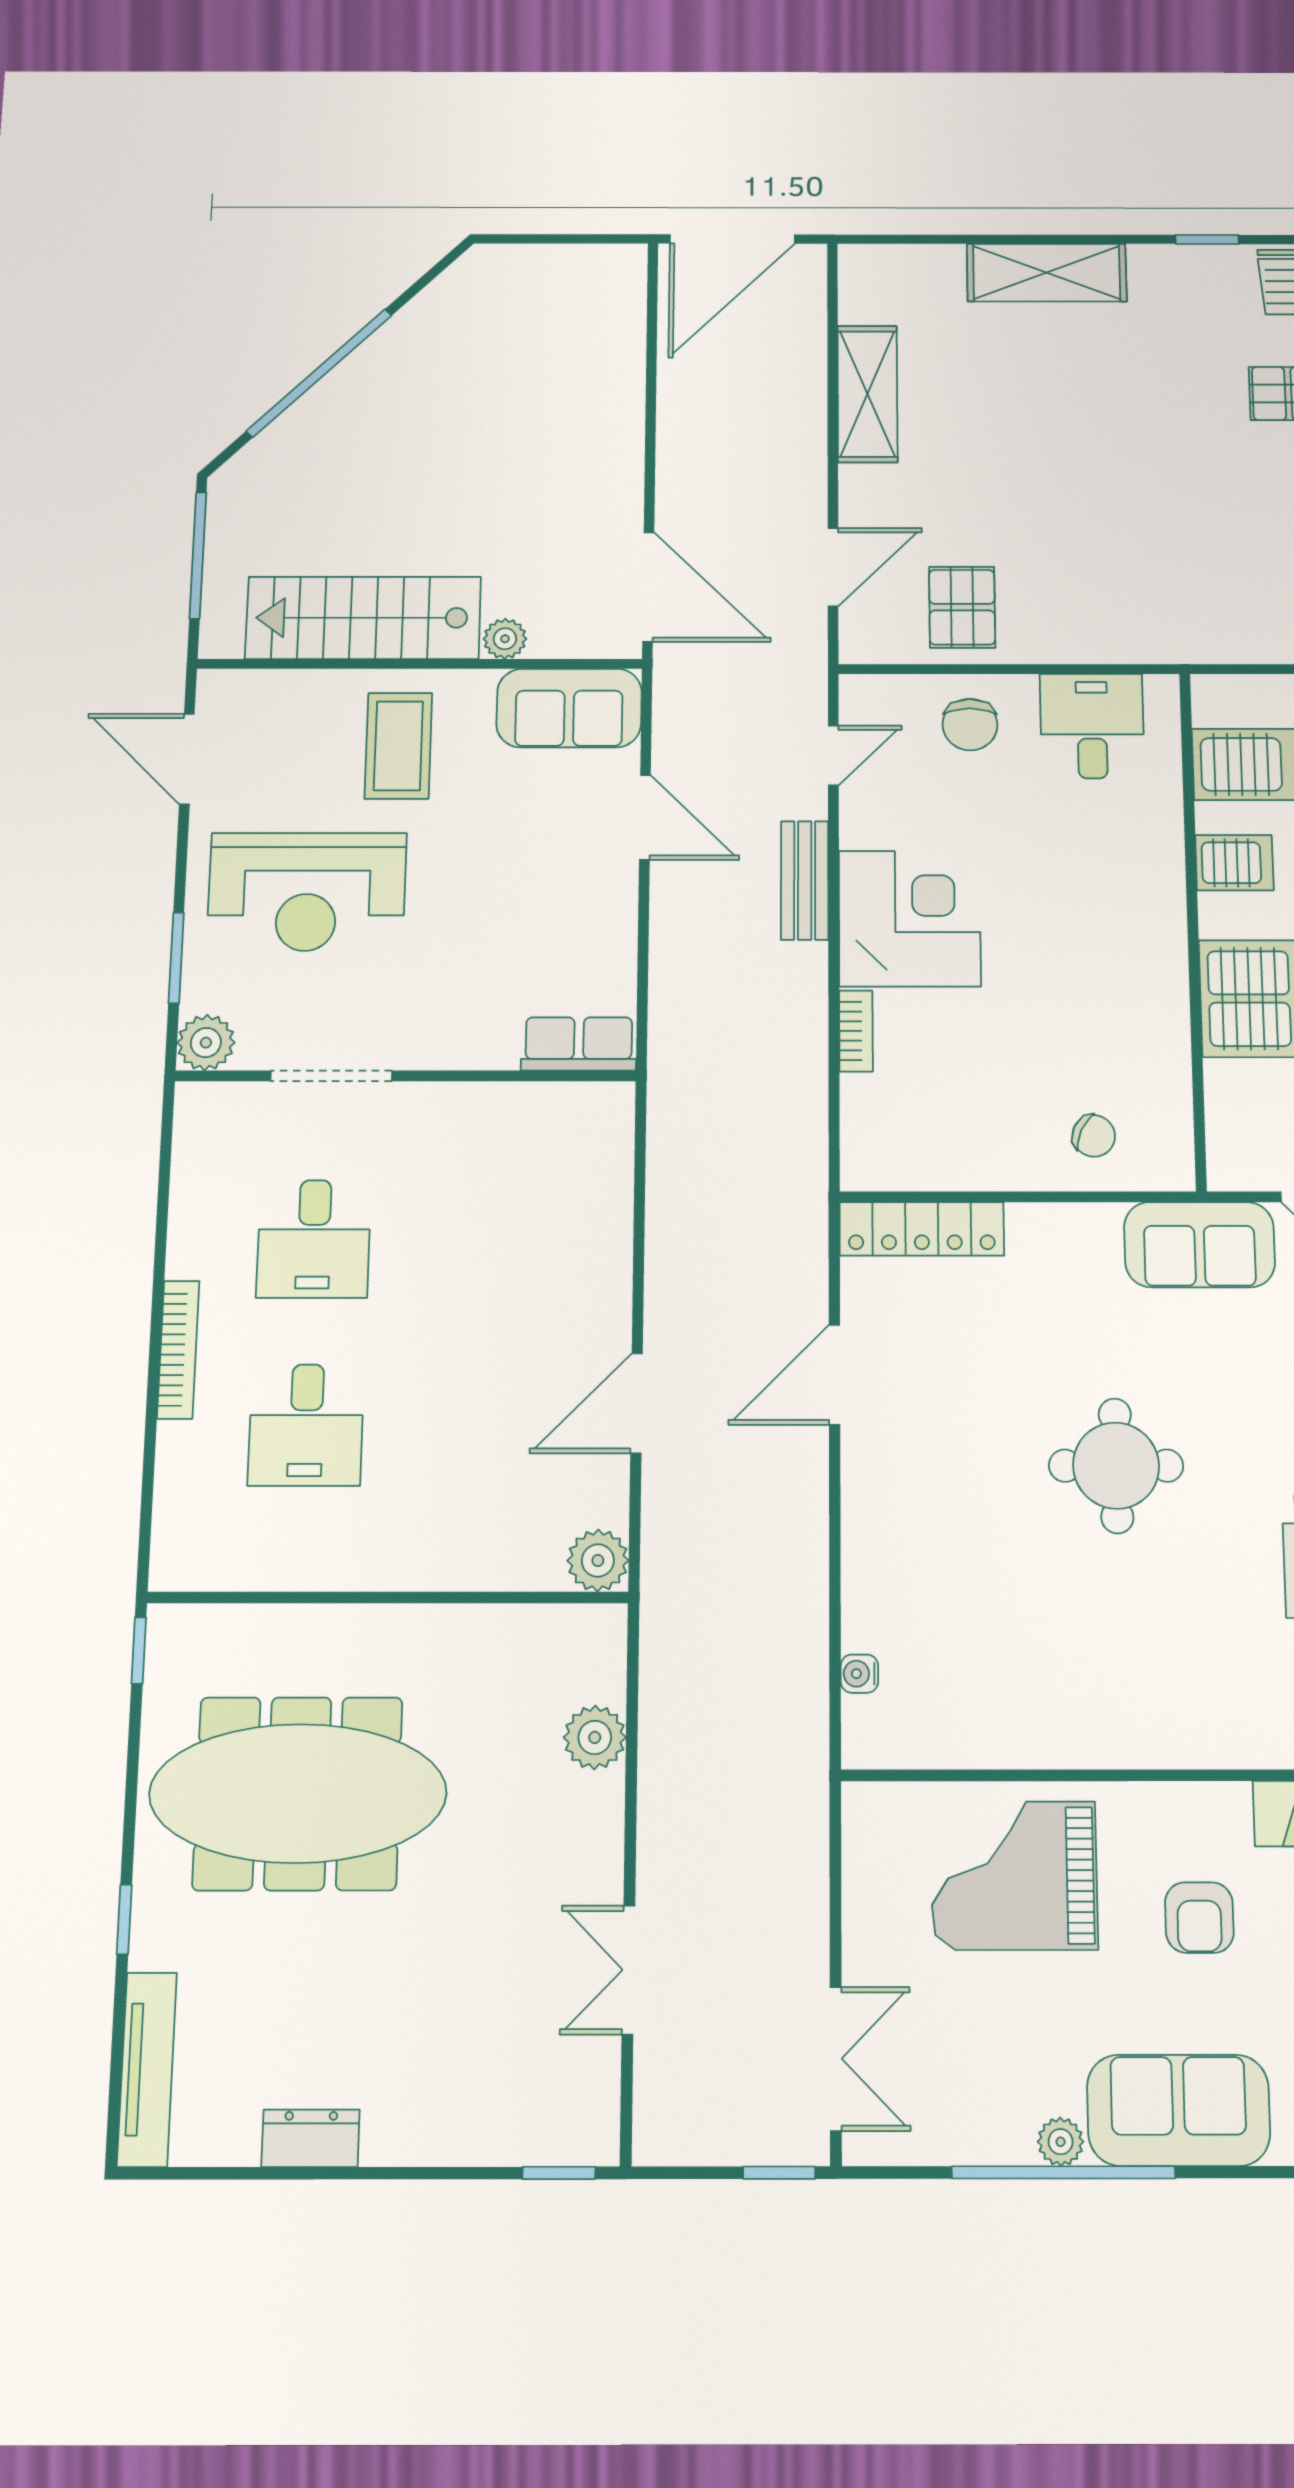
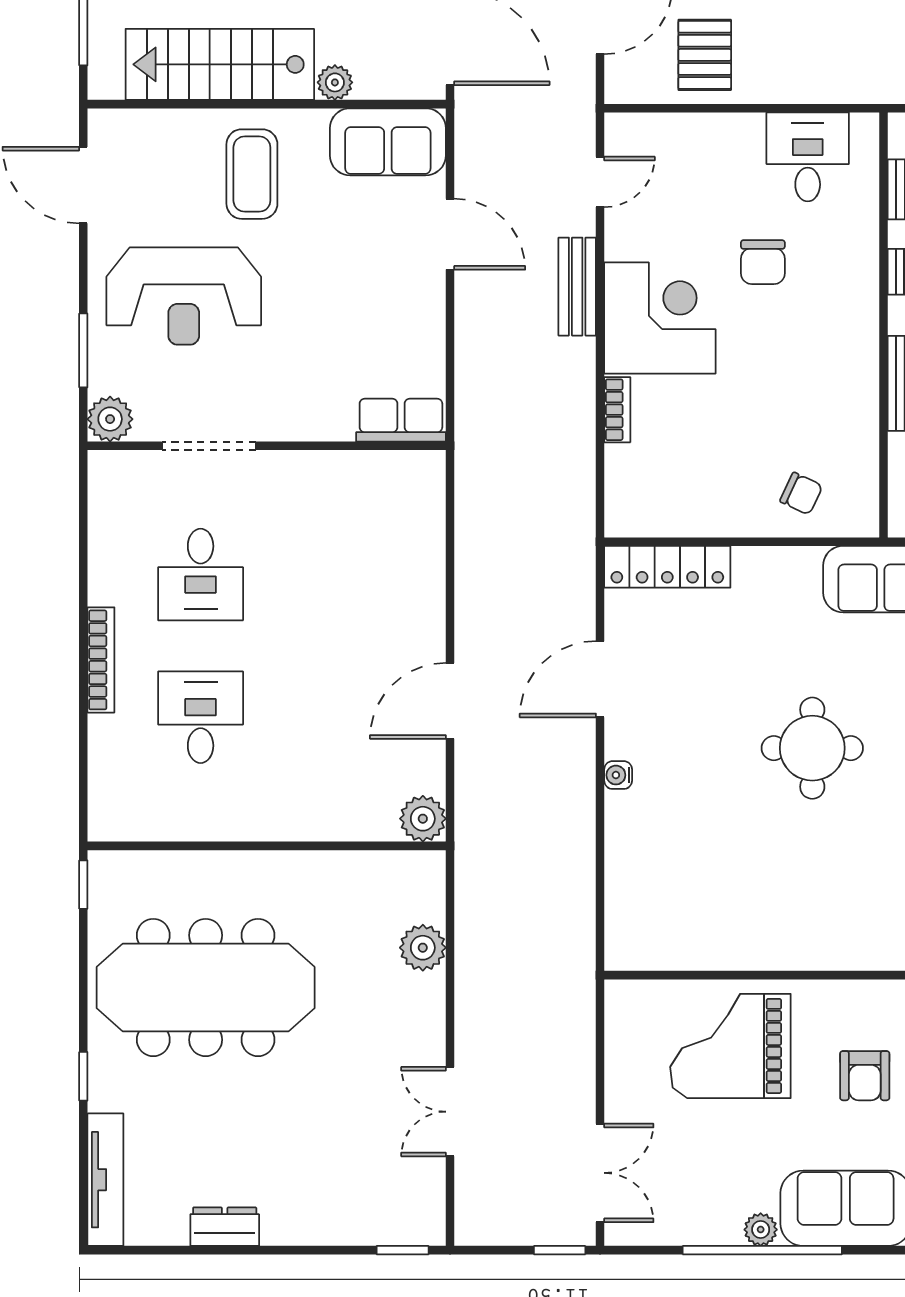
chair: (970, 725) -> (763, 262), moved
desk: (306, 1425) -> (201, 717), turned 180
water cooler: (859, 1674) -> (618, 775), moved

